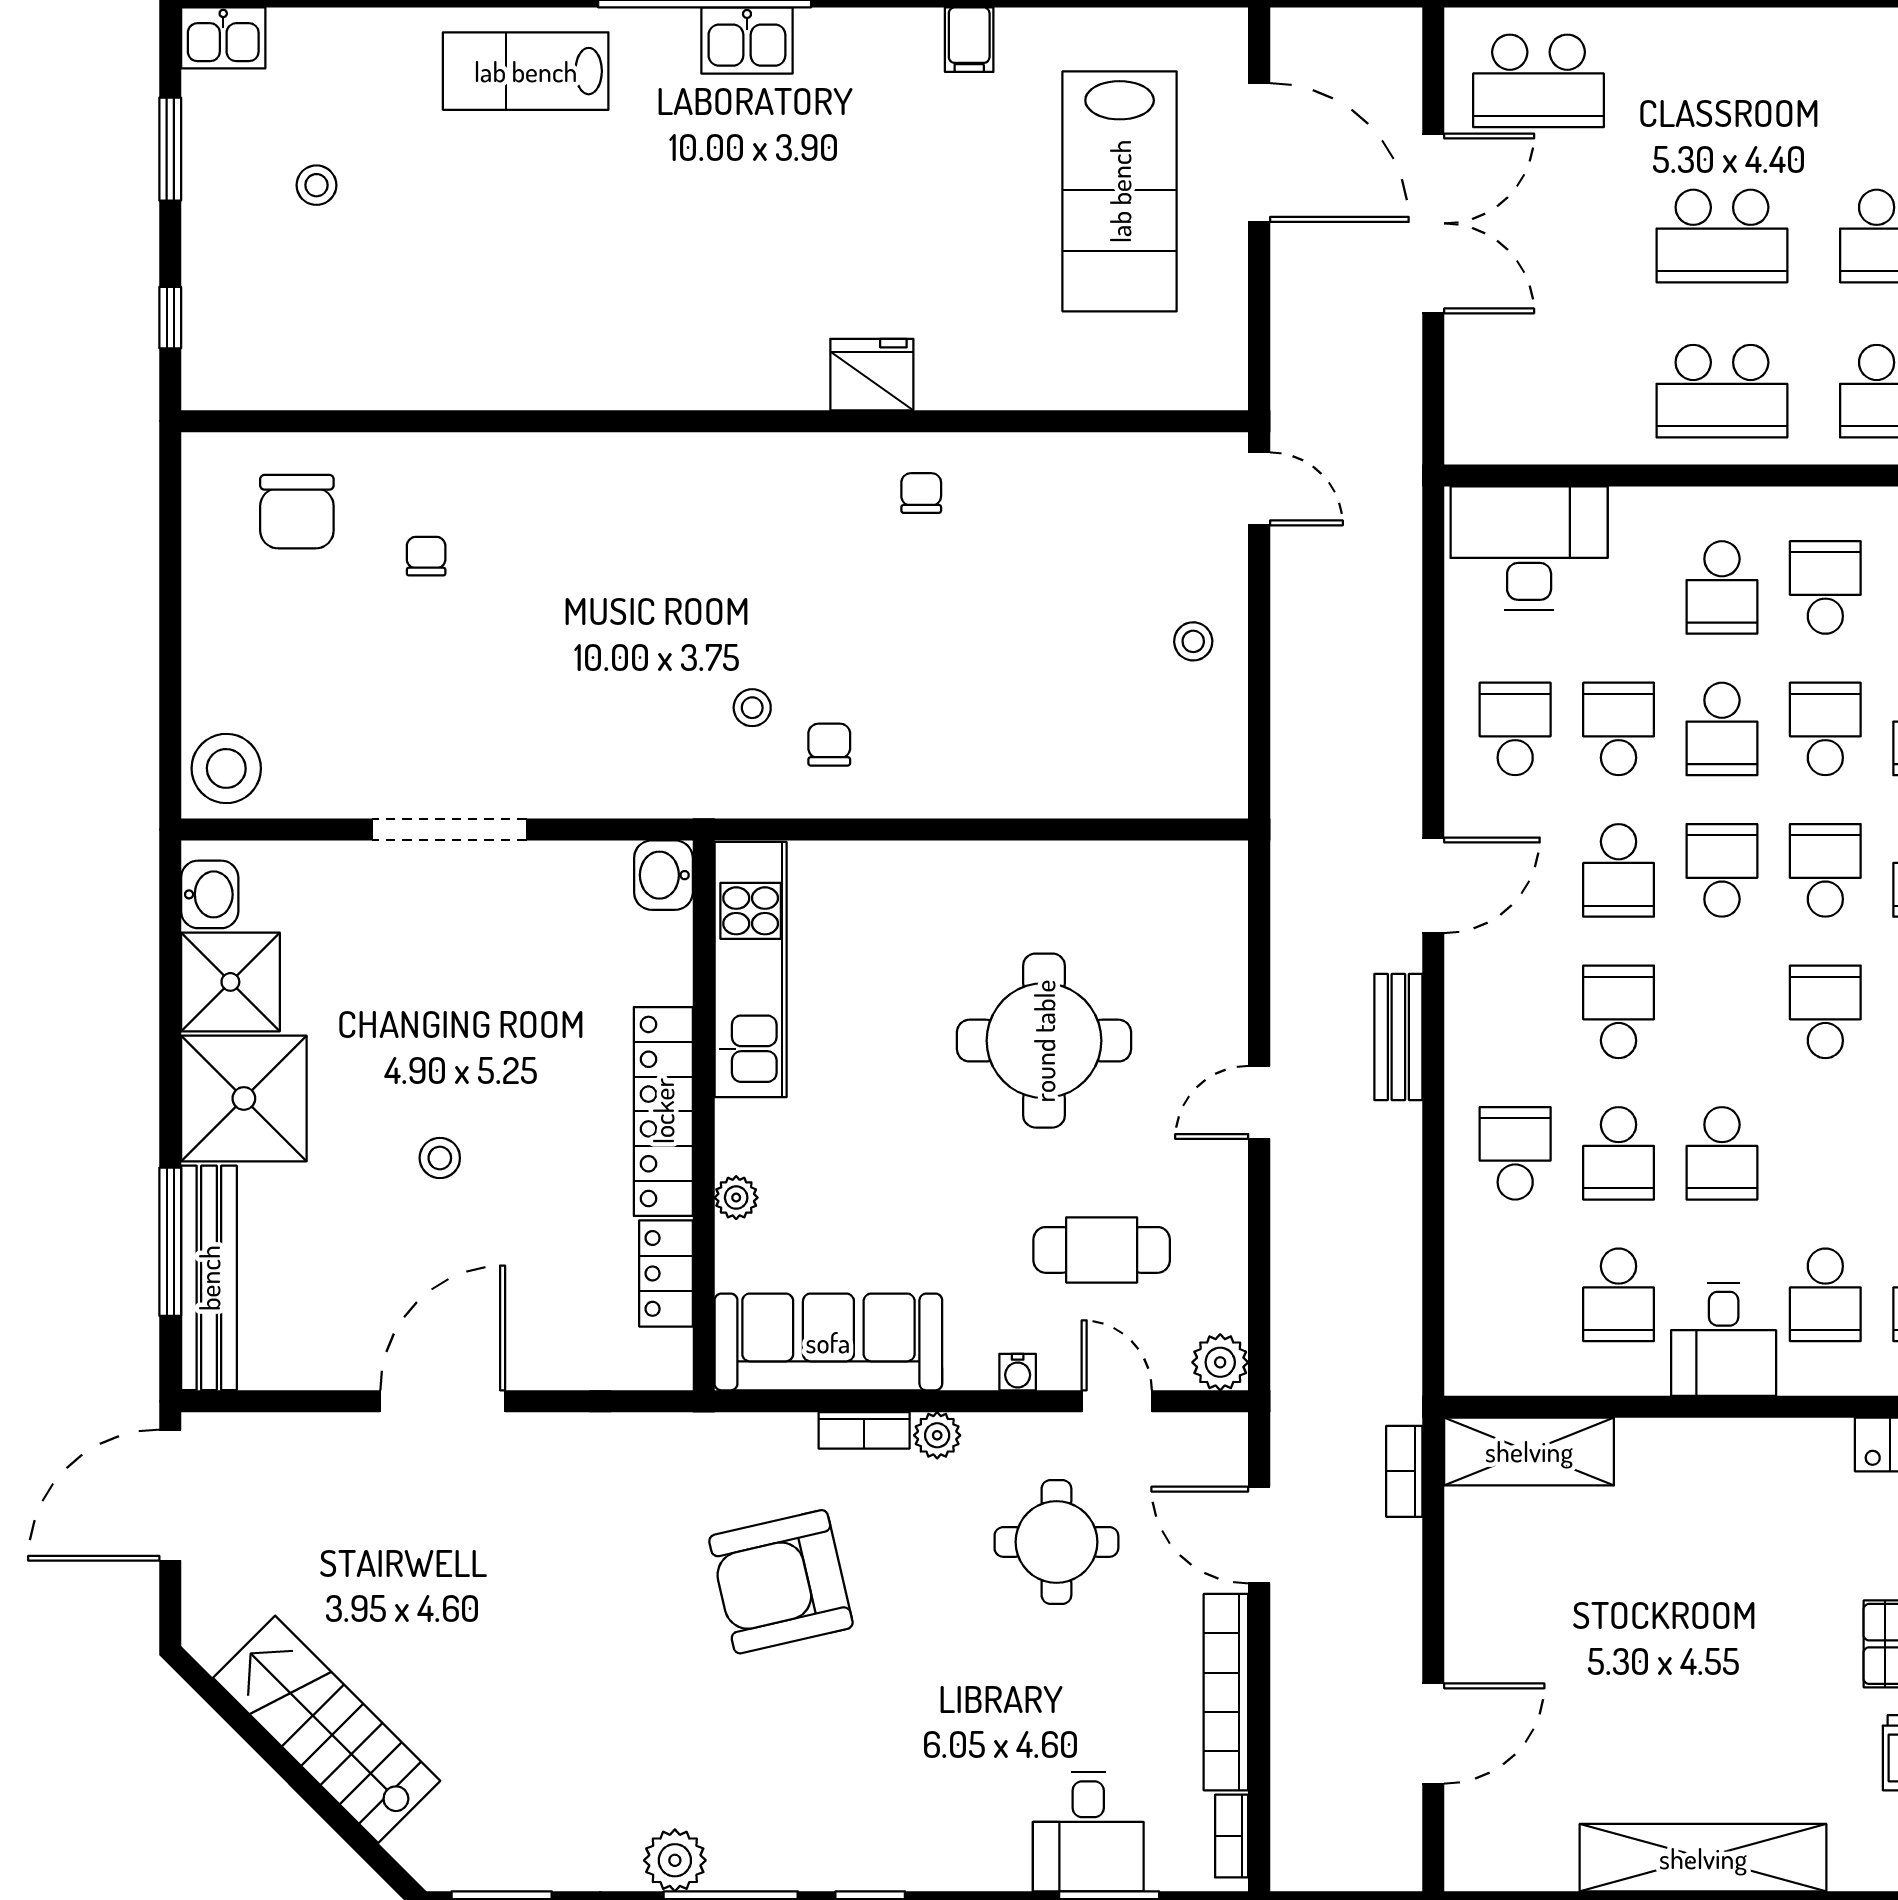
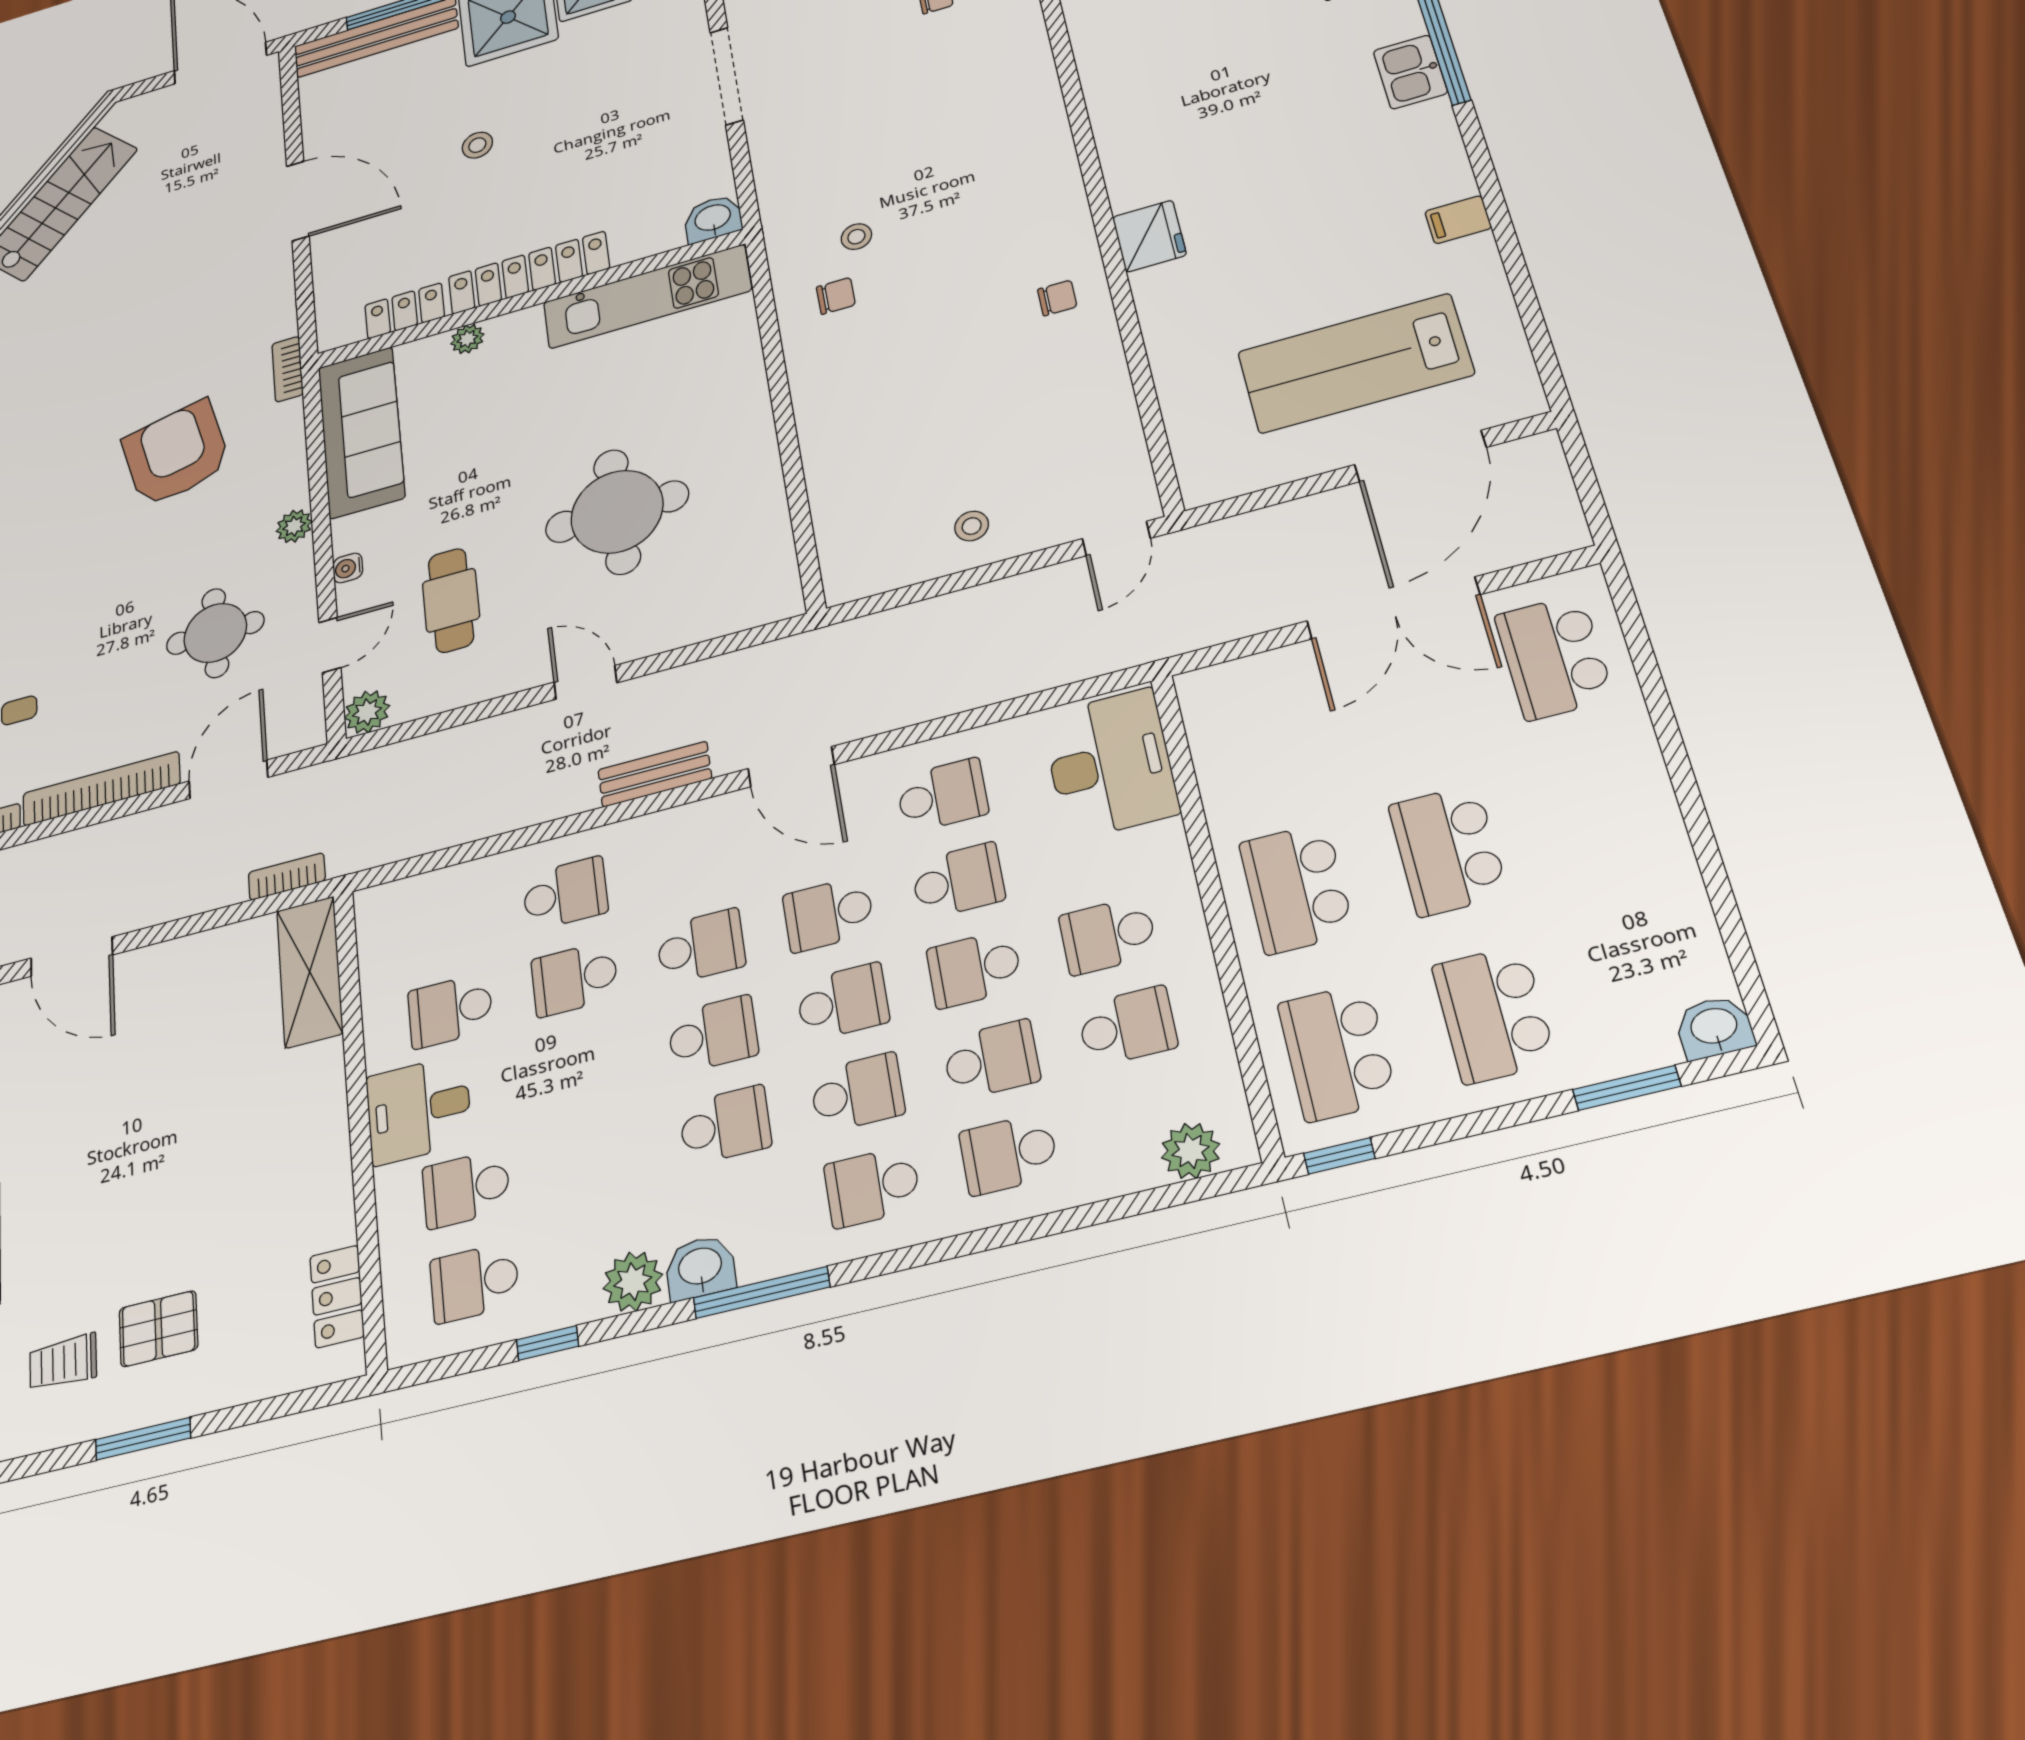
school desk: (1722, 1153) -> (713, 1034), moved, turned 180
bookcase: (864, 1430) -> (287, 369), moved

